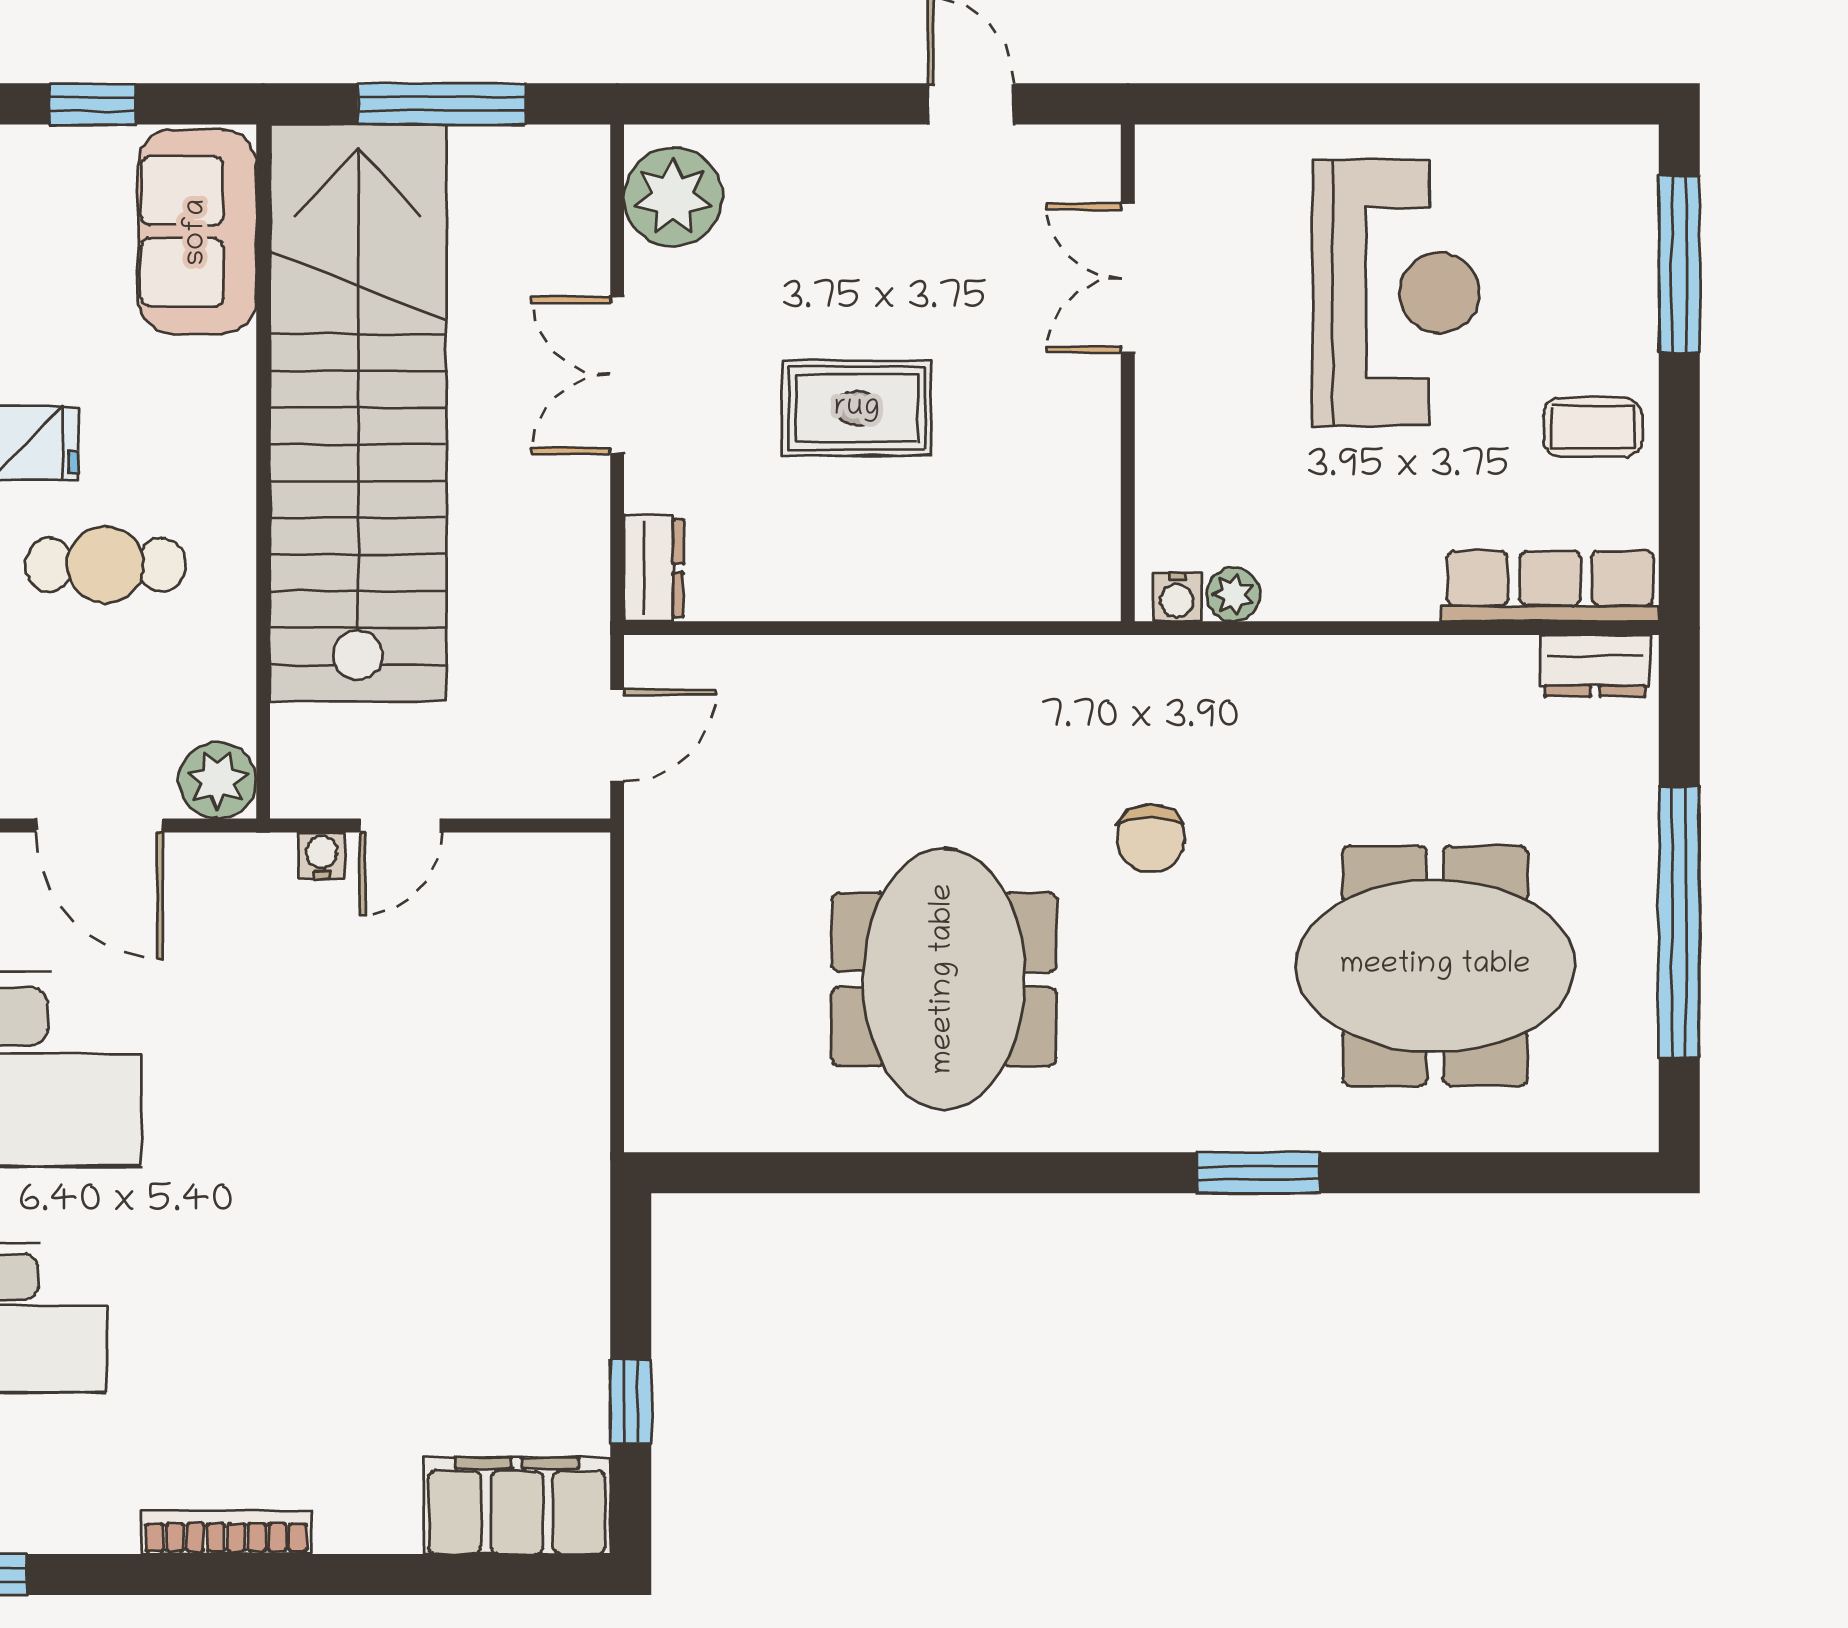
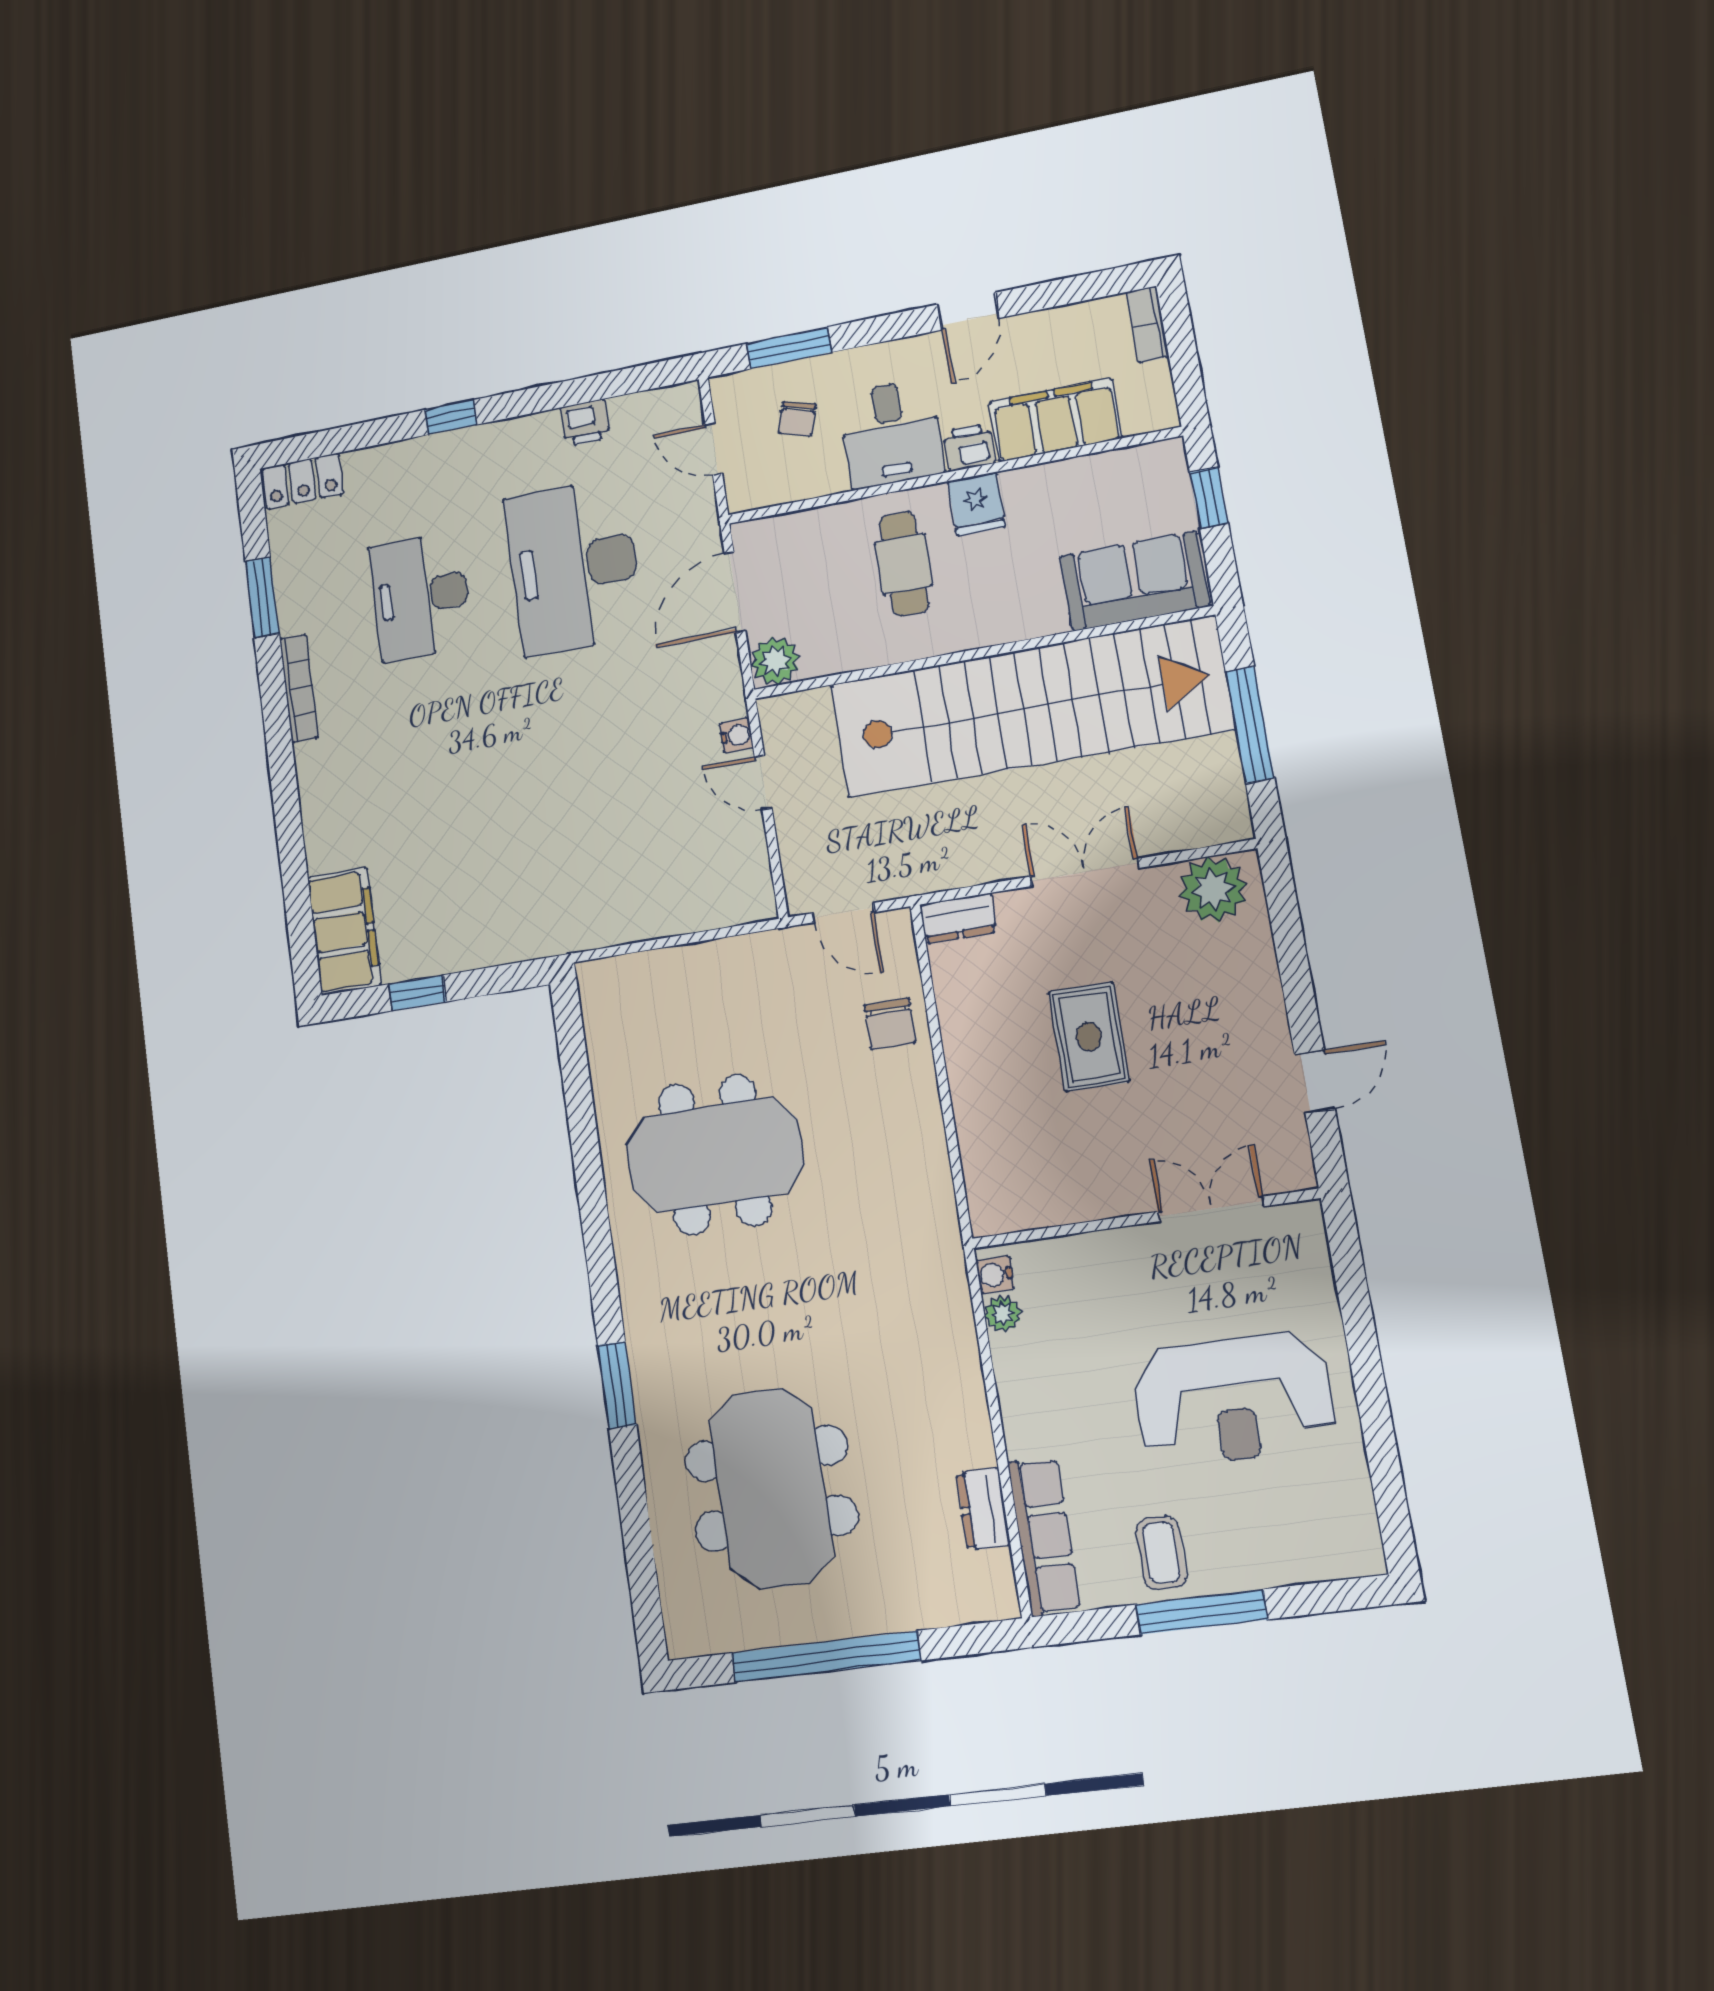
window: (1679, 264) -> (1202, 1612), moved
dresser: (1595, 666) -> (983, 1509), moved
chair: (1151, 838) -> (890, 1024), moved, turned -90
bookcase: (226, 1532) -> (299, 688), moved

